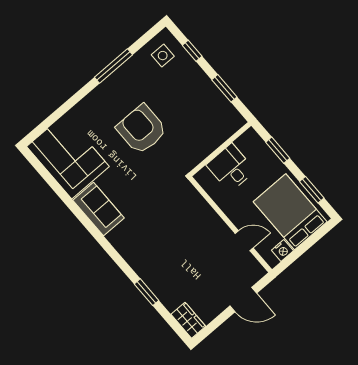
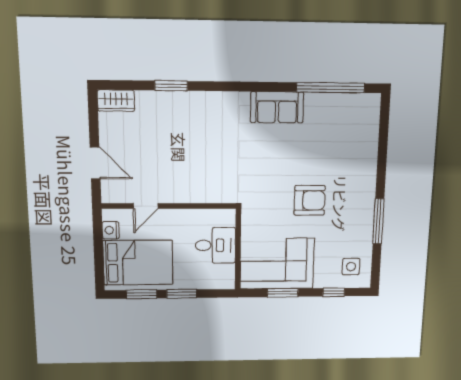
armchair: (142, 129) -> (310, 200), width x0.73, depth x0.73
window: (278, 150) -> (182, 294), moved
corner sofa: (68, 157) -> (277, 264), moved, turned 180
window: (54, 184) -> (331, 88), added
door: (243, 300) -> (95, 163), swing flipped

